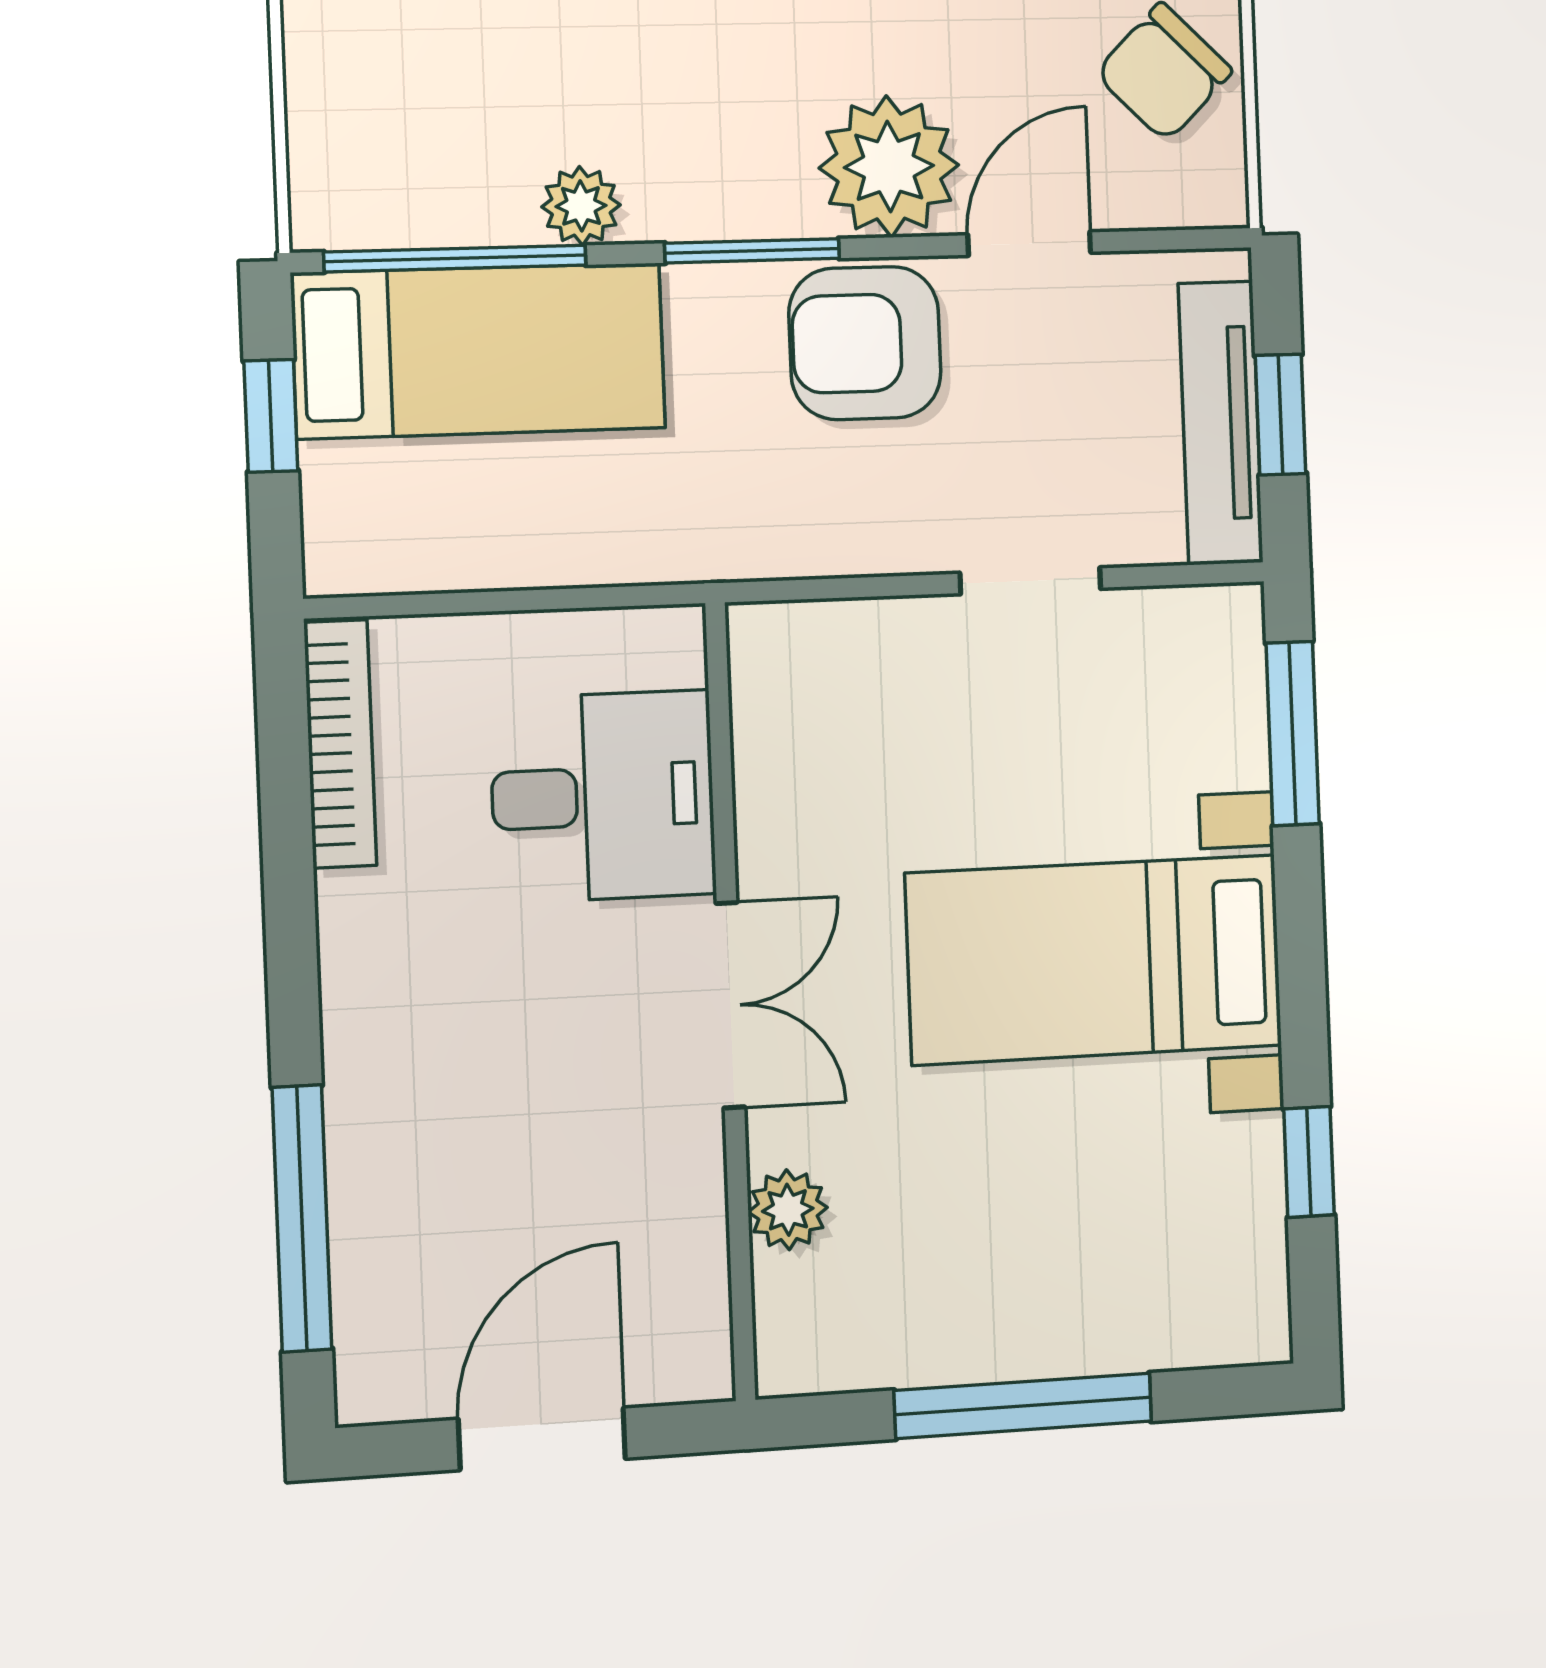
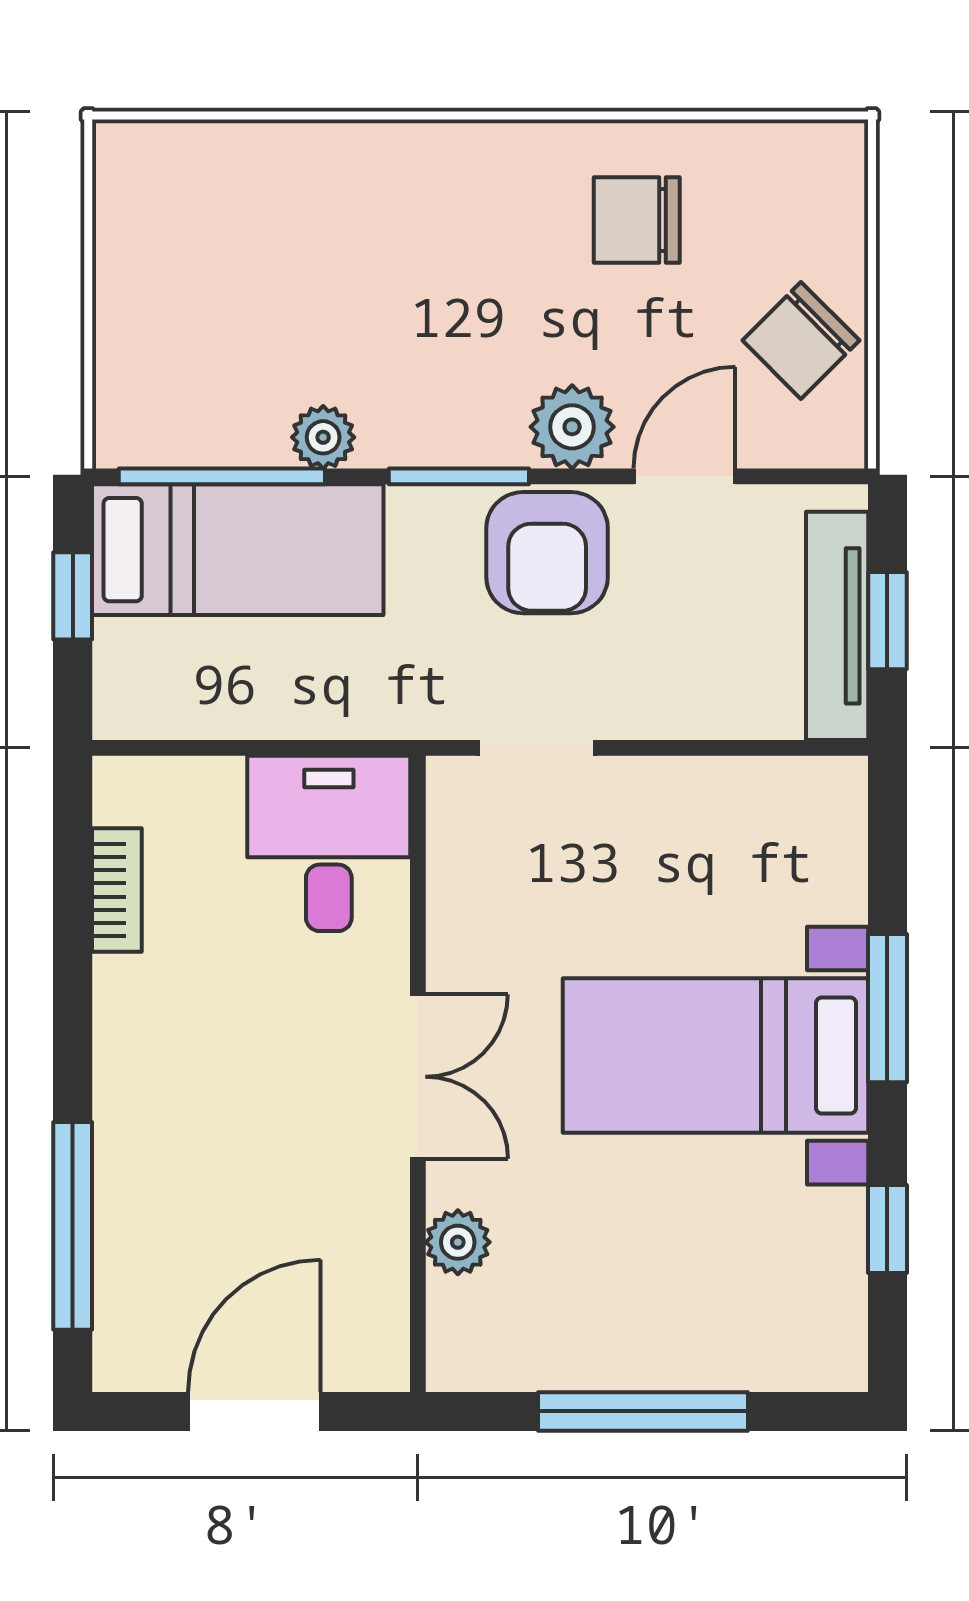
plant: (889, 166) -> (572, 427), width x0.73, depth x0.73
armchair: (865, 343) -> (547, 553), turned -90
doorway: (1030, 581) -> (536, 748), moved
window: (1293, 734) -> (887, 1008), moved
bookcase: (340, 744) -> (117, 890), width x0.64
desk: (603, 796) -> (329, 843), moved, turned -90

